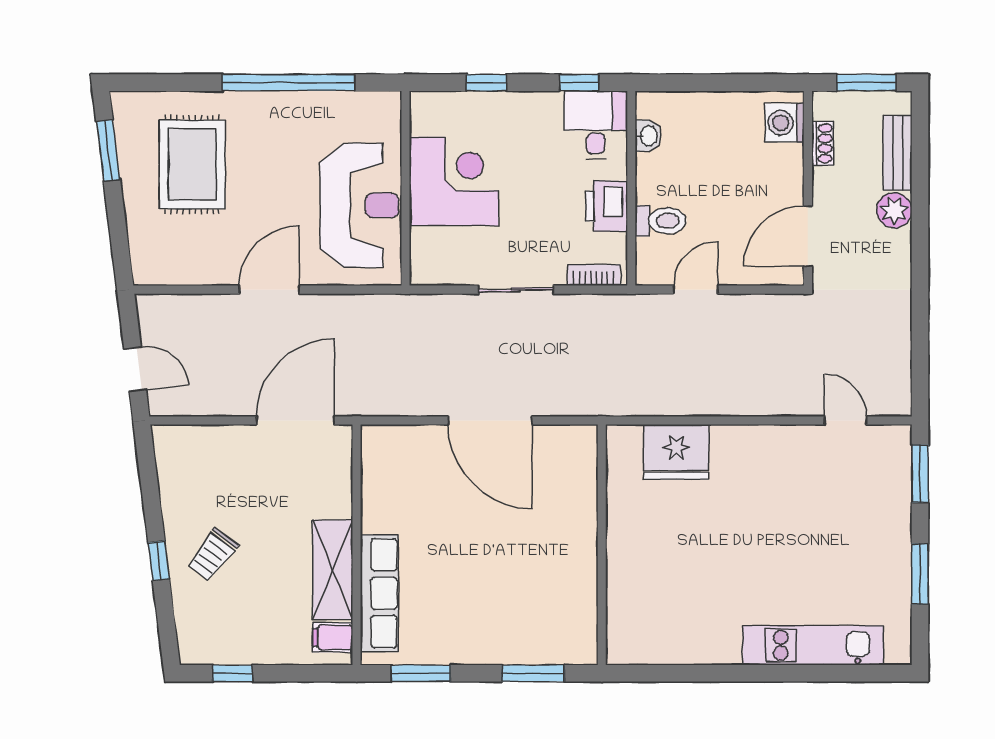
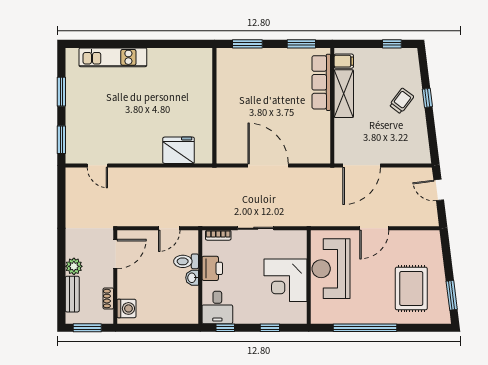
washbasin: (648, 136) -> (192, 278), moved

